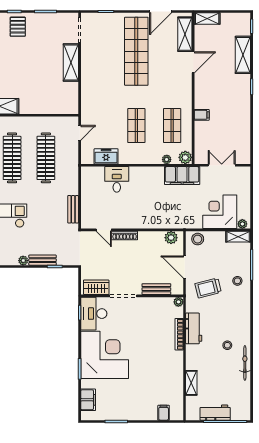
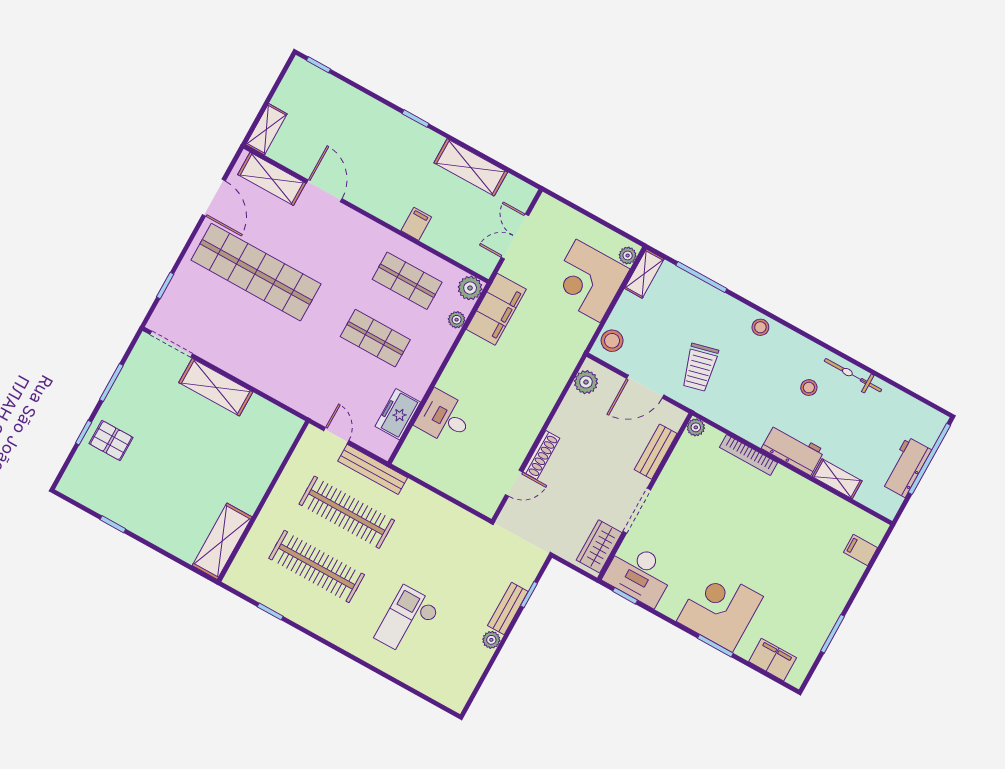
shelving: (243, 55) -> (471, 167), moved
bench: (73, 209) -> (373, 469), moved, width x1.36
stool: (237, 281) -> (760, 327), moved
workbench: (194, 328) -> (793, 449), moved
corner desk: (105, 355) -> (720, 609), width x0.74, depth x0.74

